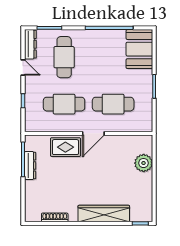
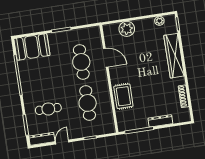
cafe table: (64, 57) -> (48, 109), width x0.73, depth x0.74
door: (93, 133) -> (106, 58), moved
dresser: (30, 166) -> (160, 121), moved
plant: (147, 203) -> (159, 21), added

